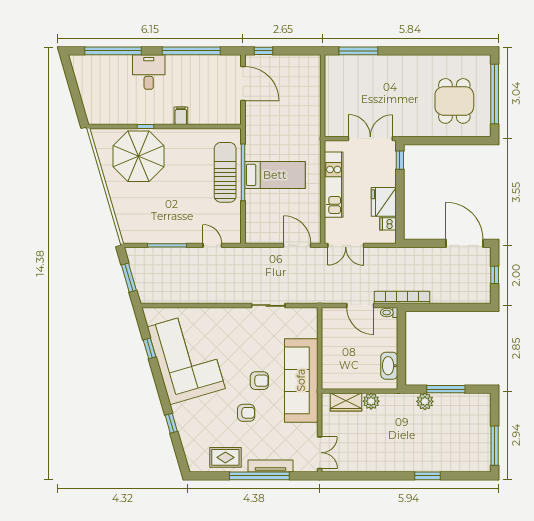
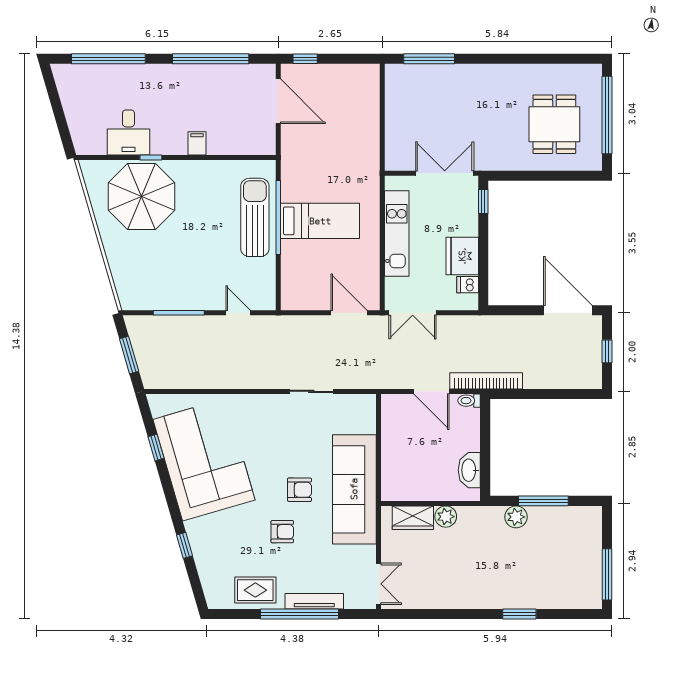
desk: (149, 72) -> (128, 132), moved, turned 180

